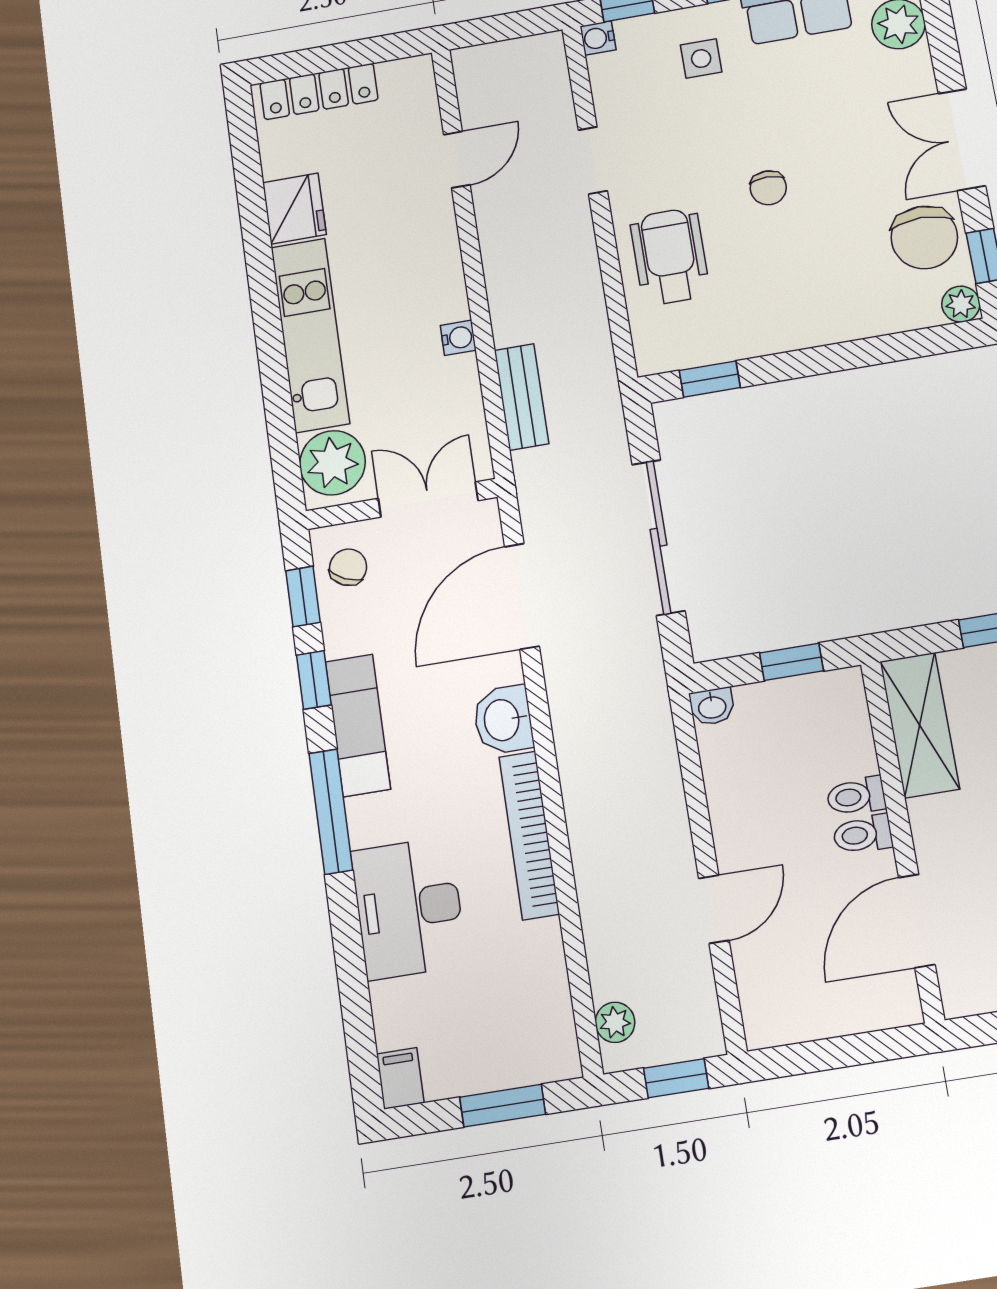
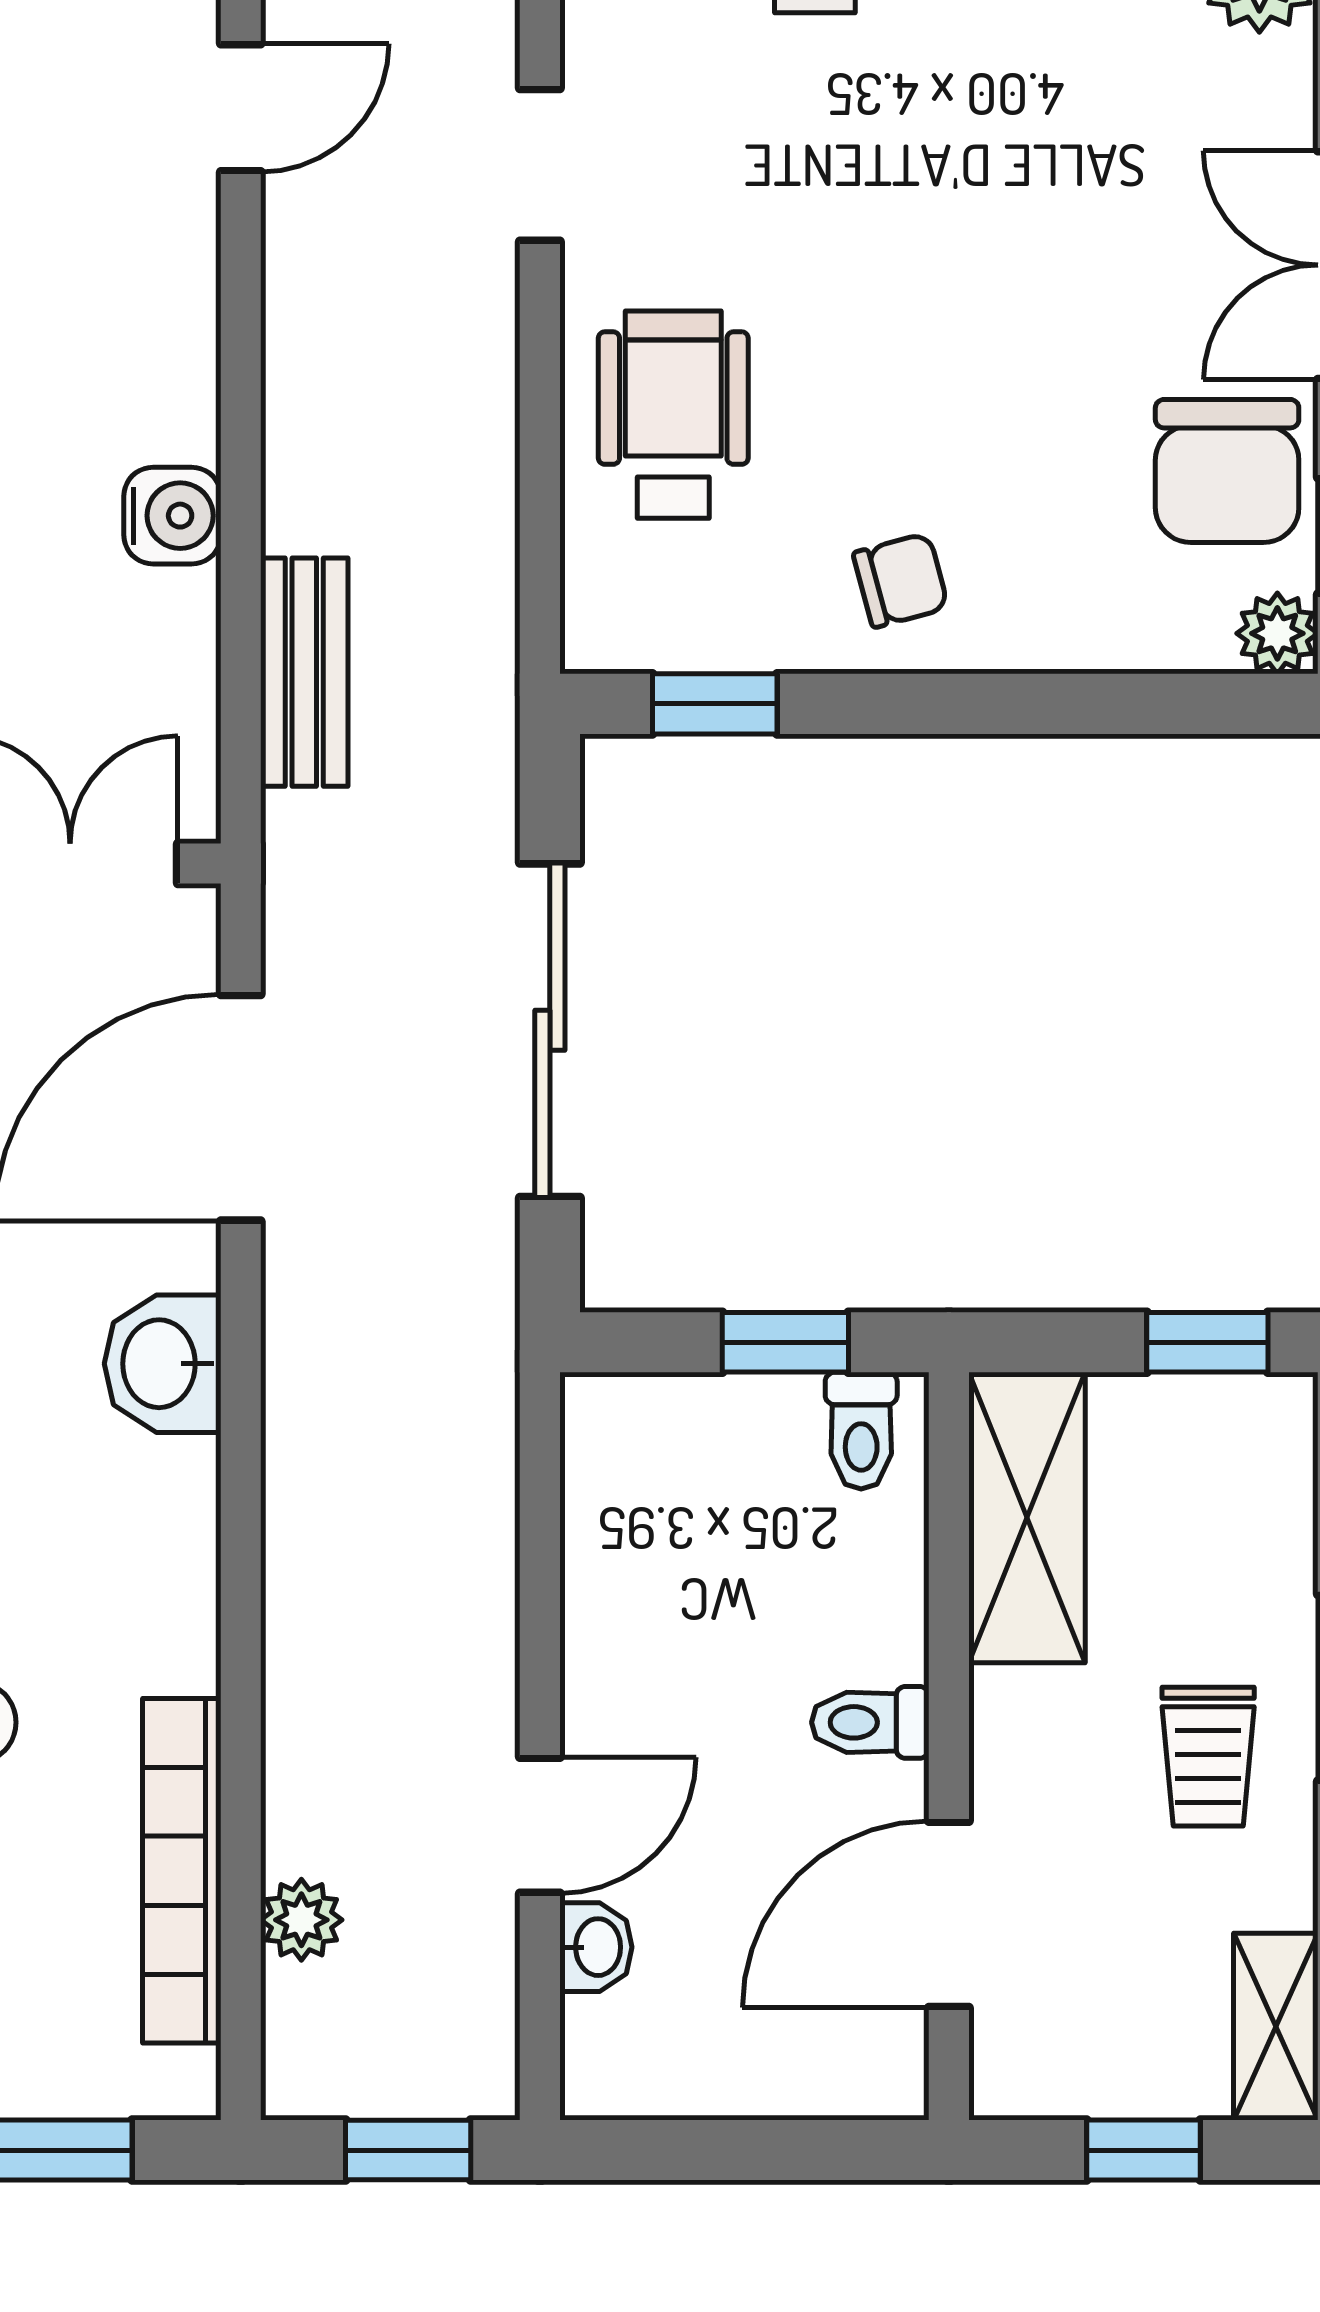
chair: (768, 188) -> (901, 580), moved, turned -105
water cooler: (458, 338) -> (172, 516), width x1.38, depth x1.38
washbasin: (712, 707) -> (596, 1947), moved, turned -90
toilet: (856, 796) -> (861, 1431), moved, turned -90
bookcase: (529, 835) -> (182, 1871), moved
plant: (615, 1022) -> (301, 1920), moved

